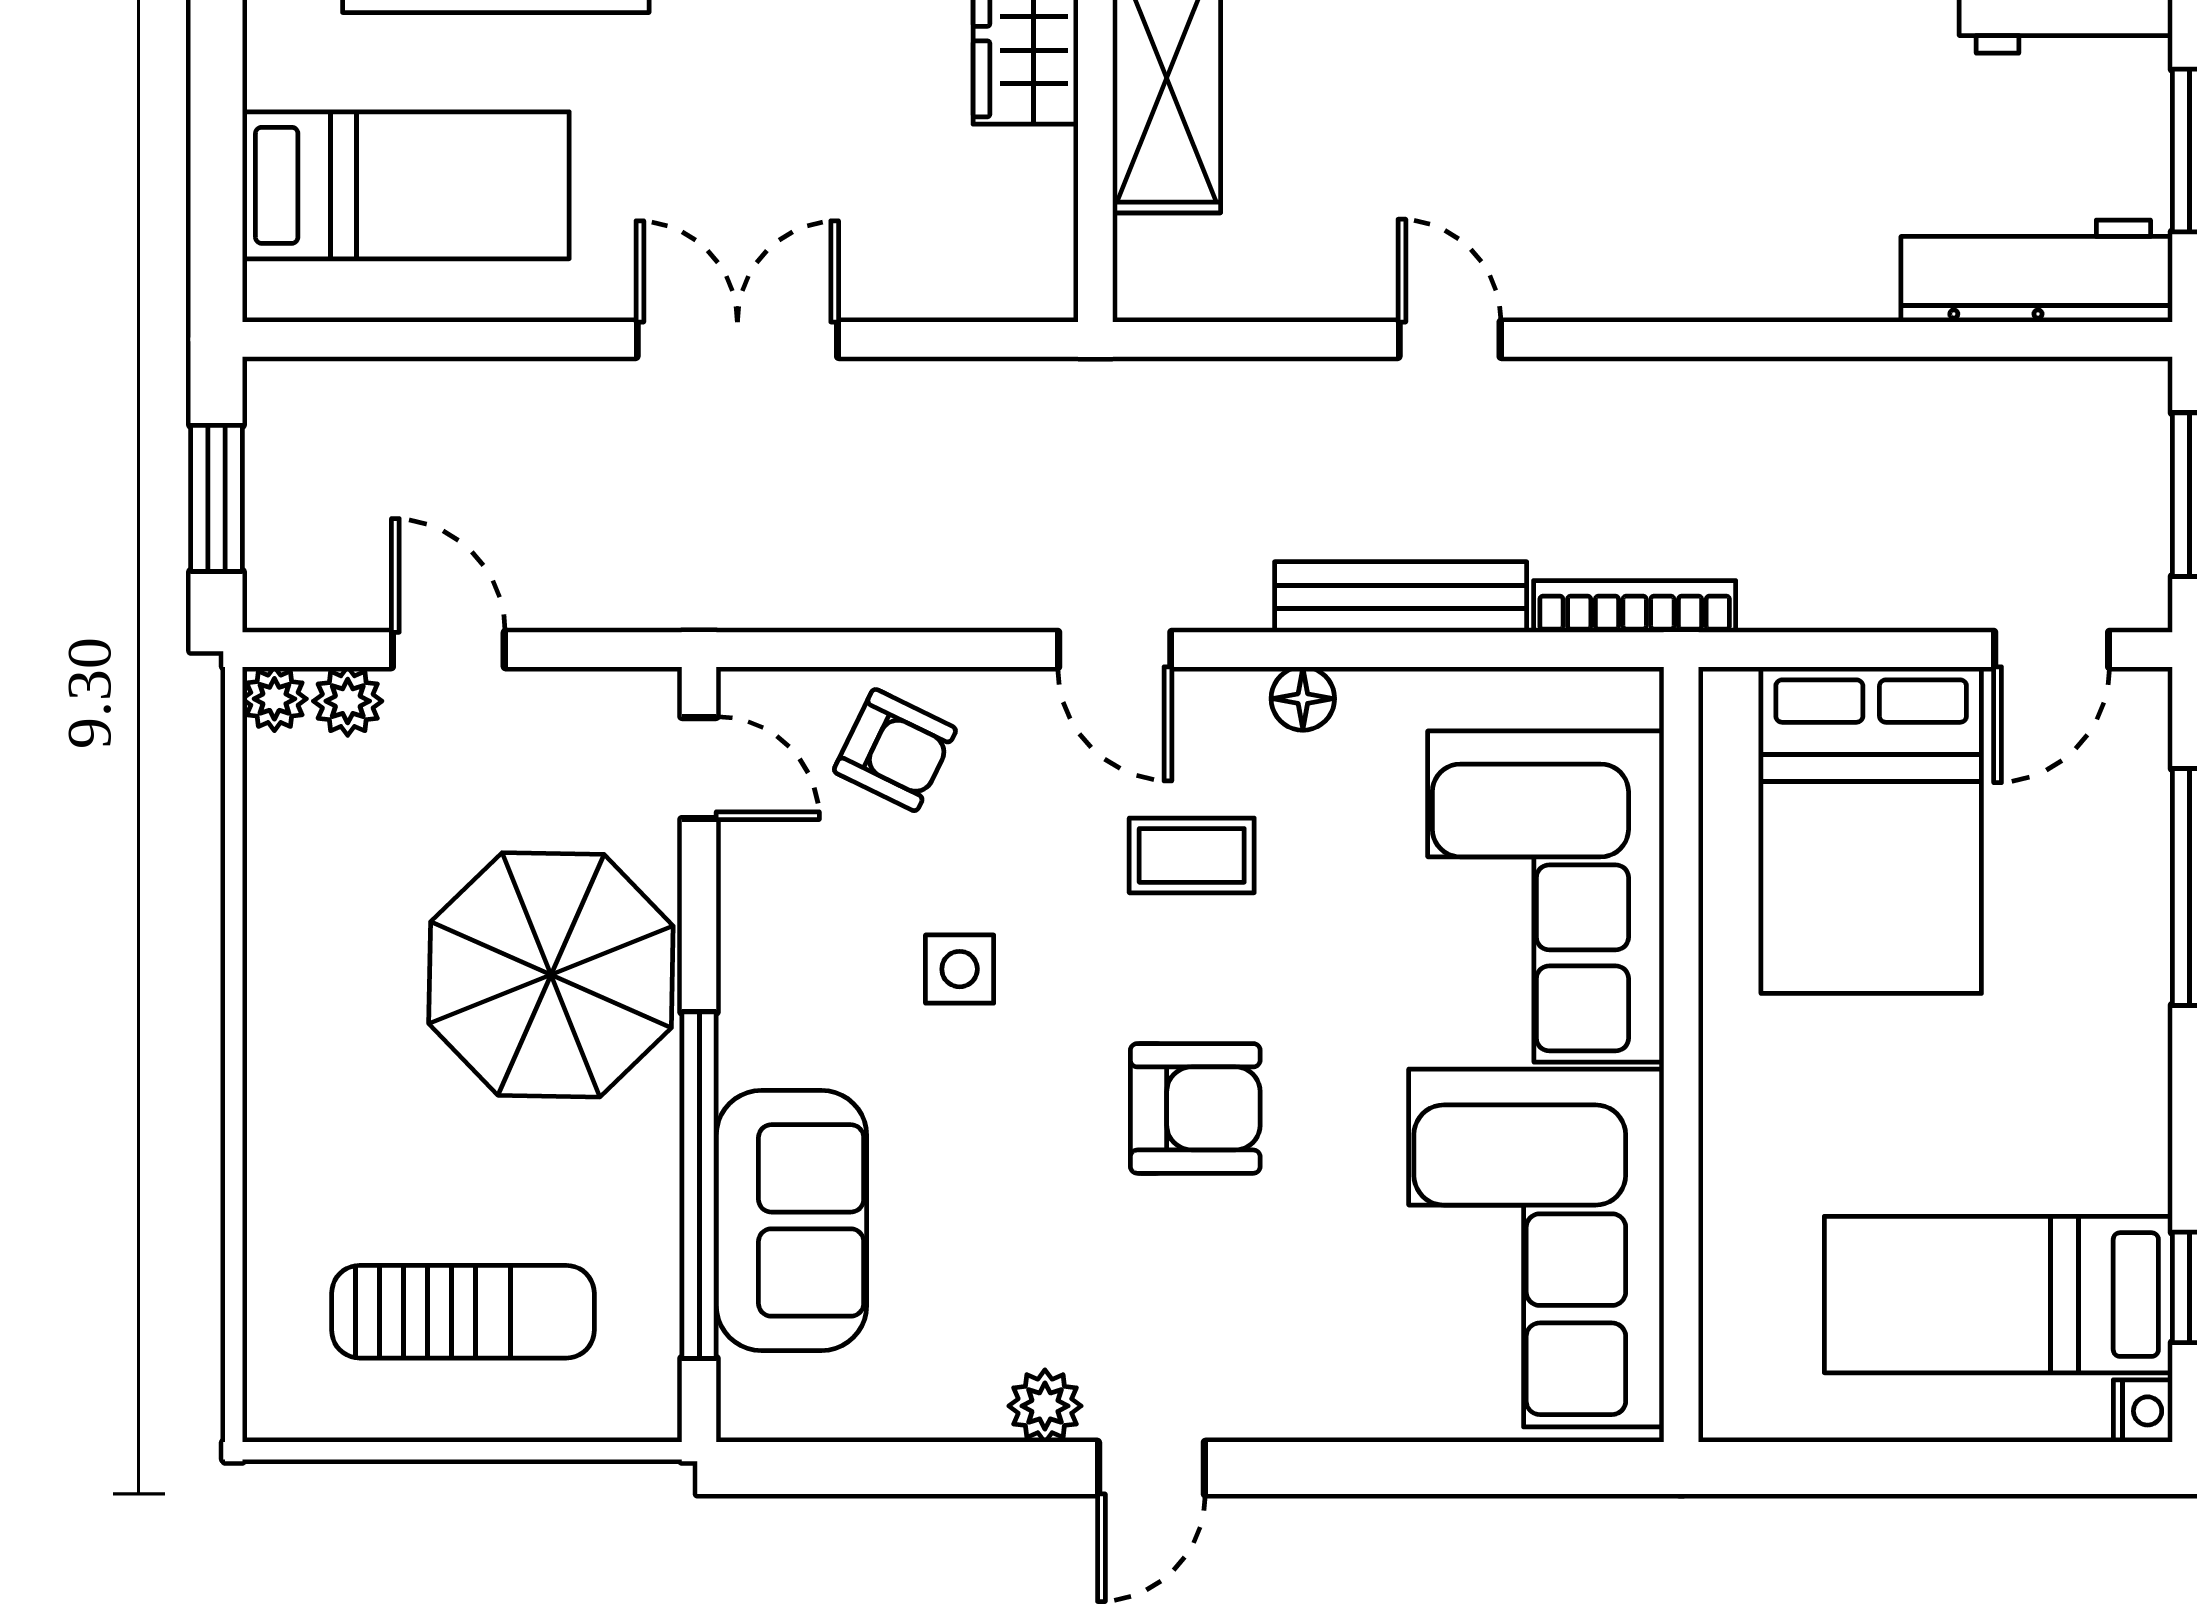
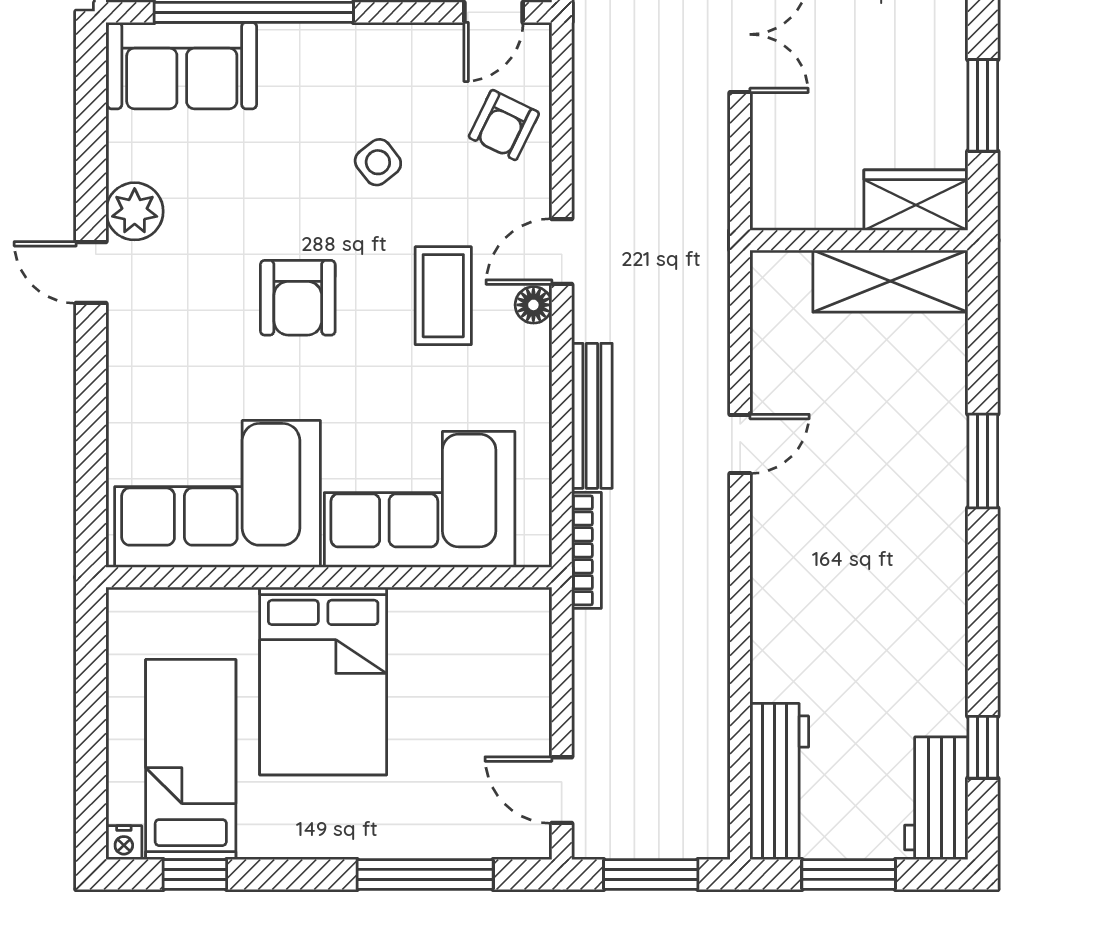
floor lamp: (1303, 699) -> (533, 305), moved
bed: (1871, 830) -> (323, 681), moved, turned -90
coffee table: (1192, 855) -> (443, 296), width x1.36, depth x1.30
side table: (960, 969) -> (378, 162), turned -38
sofa: (791, 1220) -> (182, 66), moved
plant: (1045, 1406) -> (135, 211), width x1.38, depth x1.38

